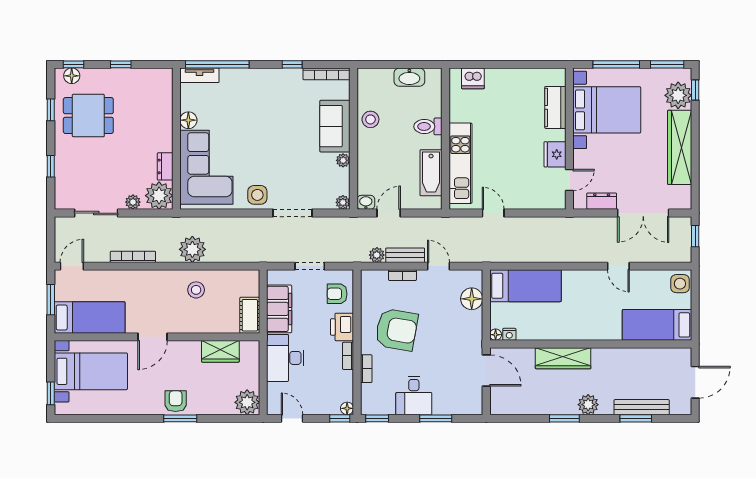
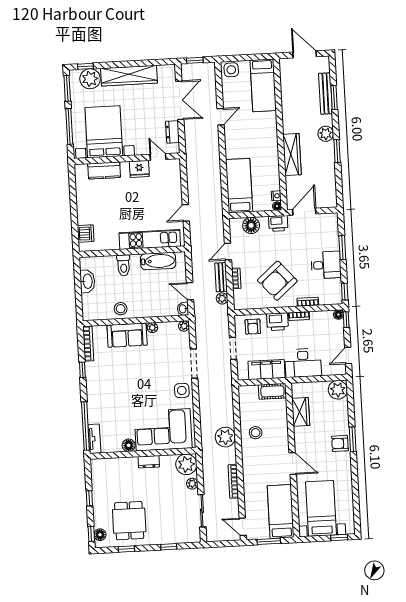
dresser: (165, 166) -> (149, 462), moved
armchair: (396, 330) -> (277, 281), turned -141
printer: (472, 335) -> (278, 223), added

